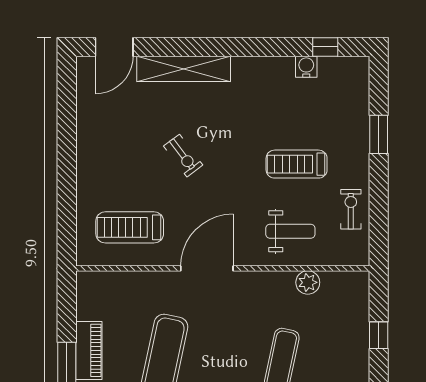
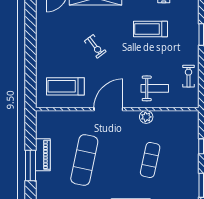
treadmill: (297, 164) -> (150, 29), moved
plant: (308, 282) -> (146, 117), moved

